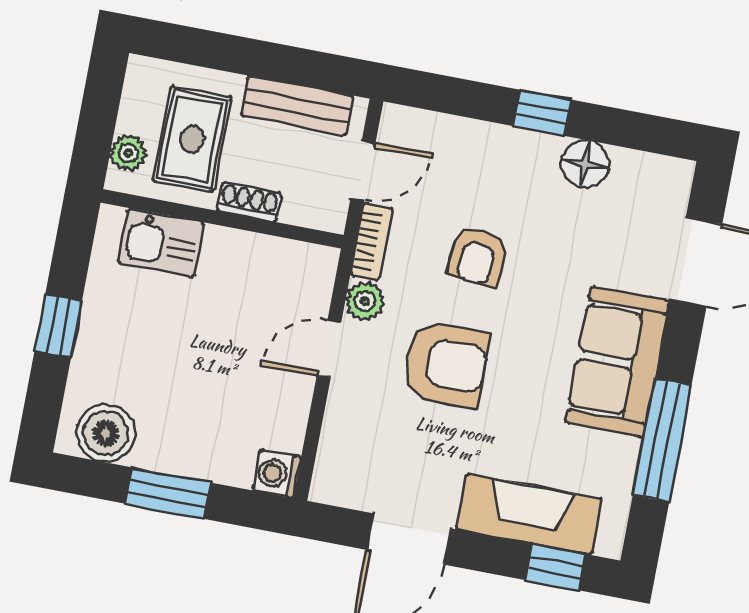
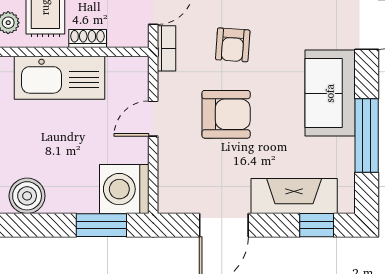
kitchen sink: (161, 243) -> (60, 78), width x1.88, depth x1.24
plant: (365, 301) -> (169, 85), removed
washing machine: (277, 474) -> (124, 189), width x1.89, depth x1.89
window: (168, 493) -> (101, 225), moved

